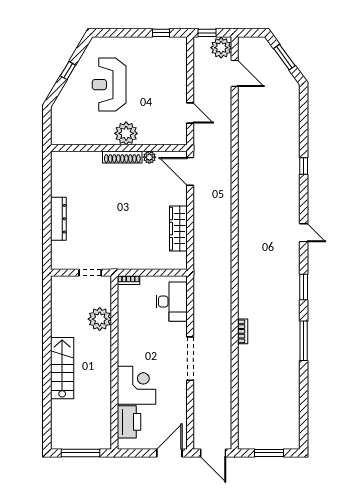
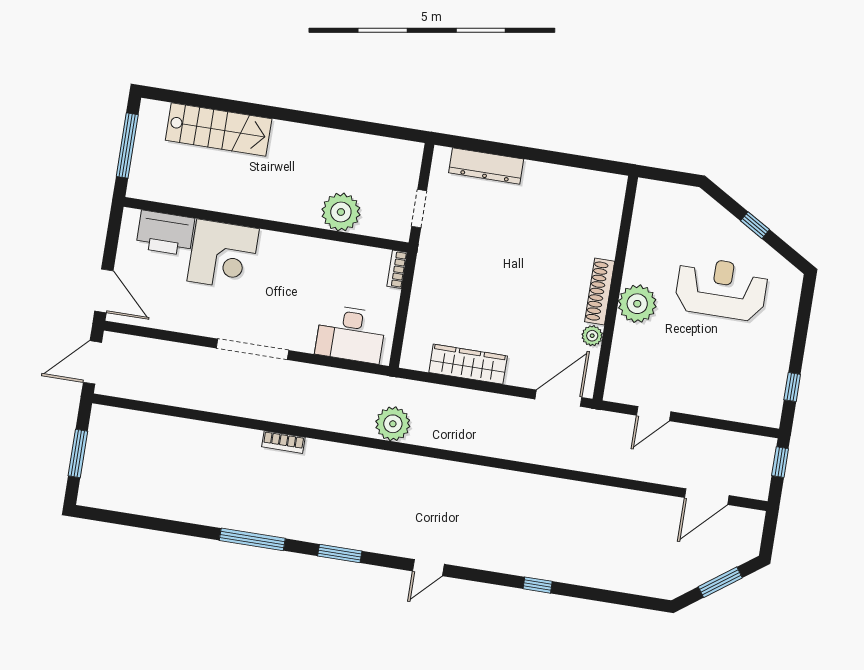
plant: (221, 48) -> (393, 424), moved
dresser: (58, 219) -> (486, 166), moved
stairs: (62, 368) -> (219, 130), moved

